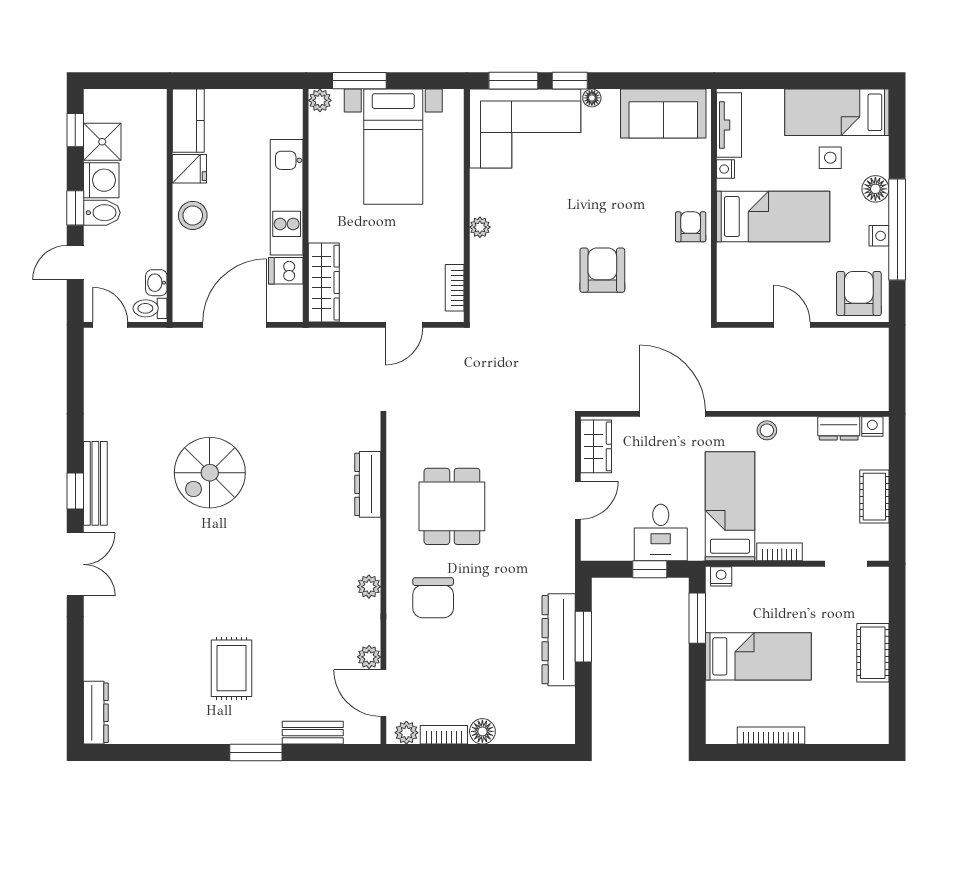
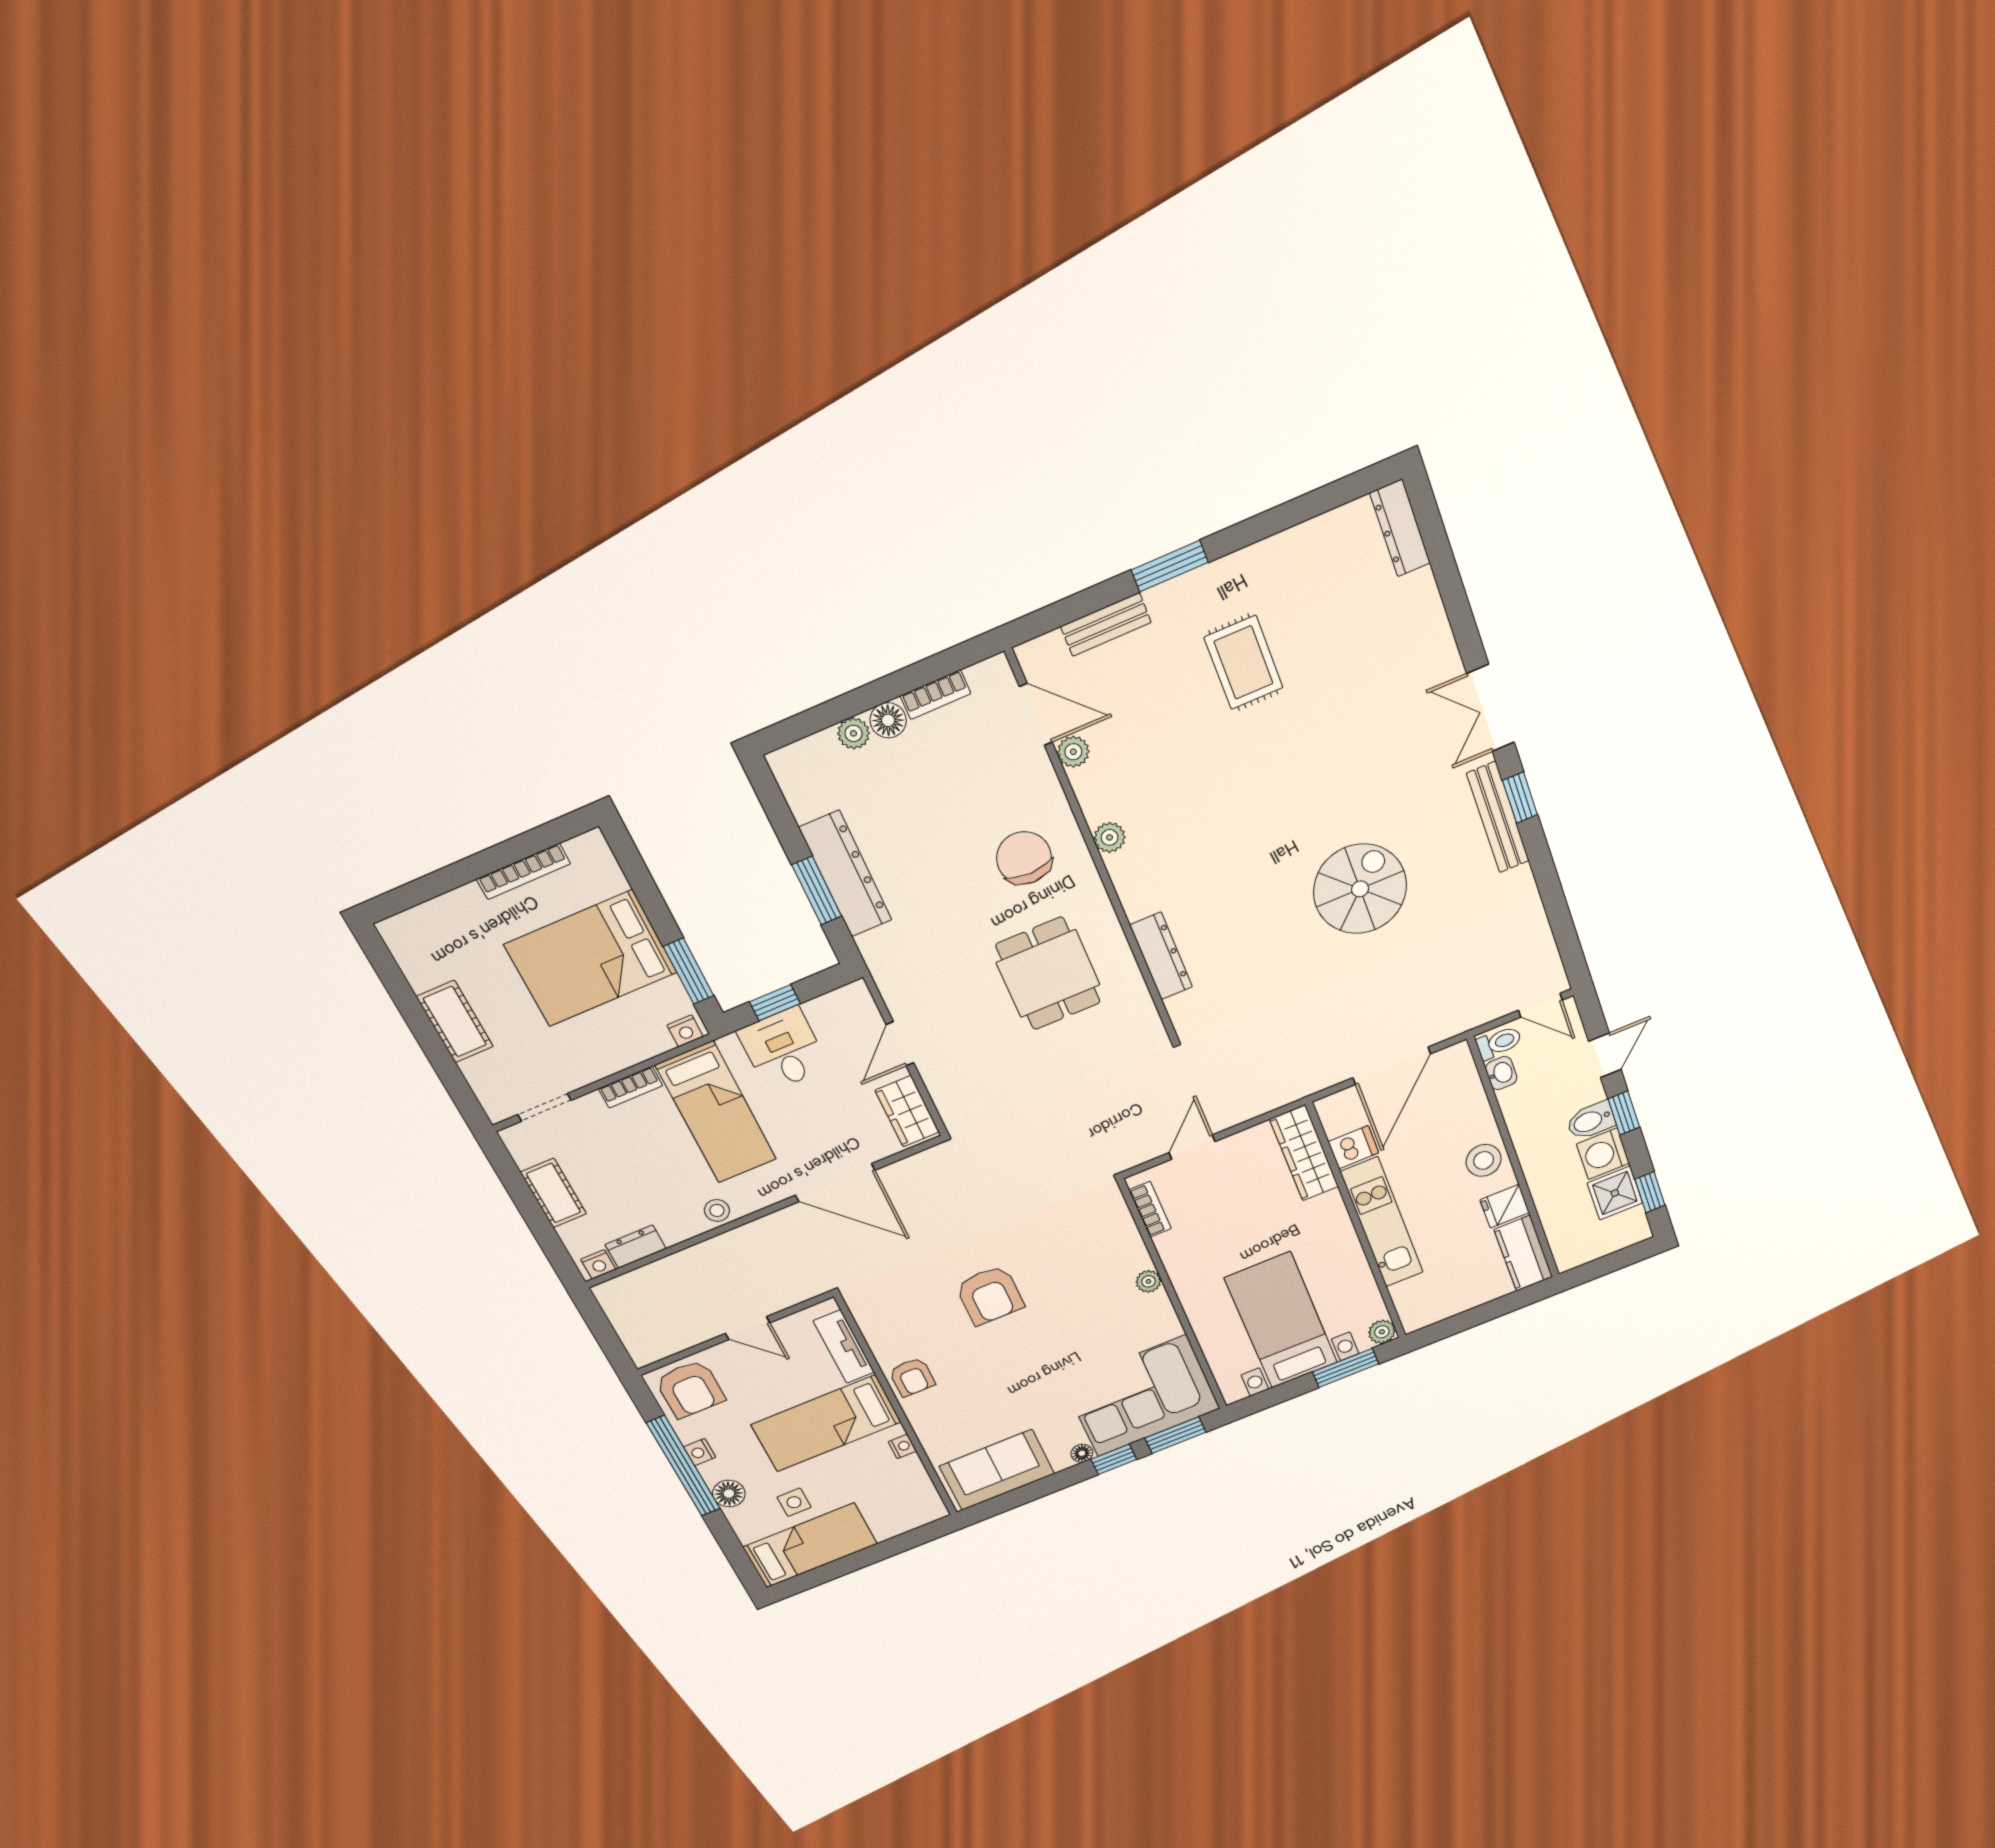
tv unit: (729, 125) -> (844, 1347), moved
bed: (758, 656) -> (591, 959), width x1.50
plant: (406, 733) -> (854, 733), moved

